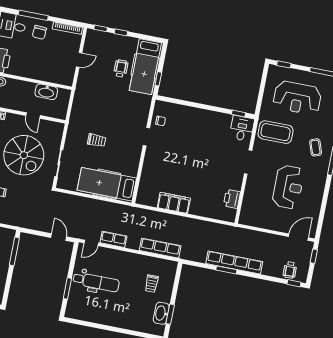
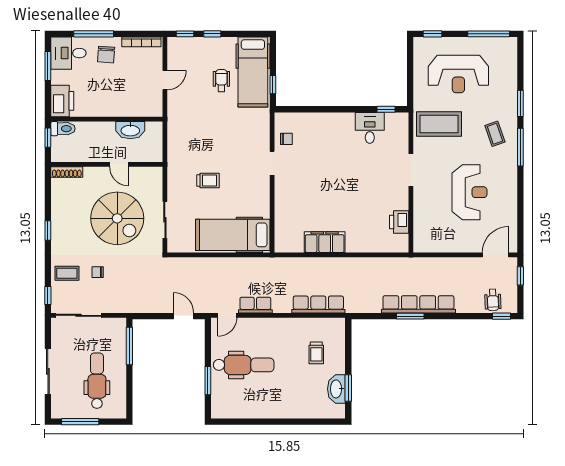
desk: (242, 128) -> (370, 128), moved

